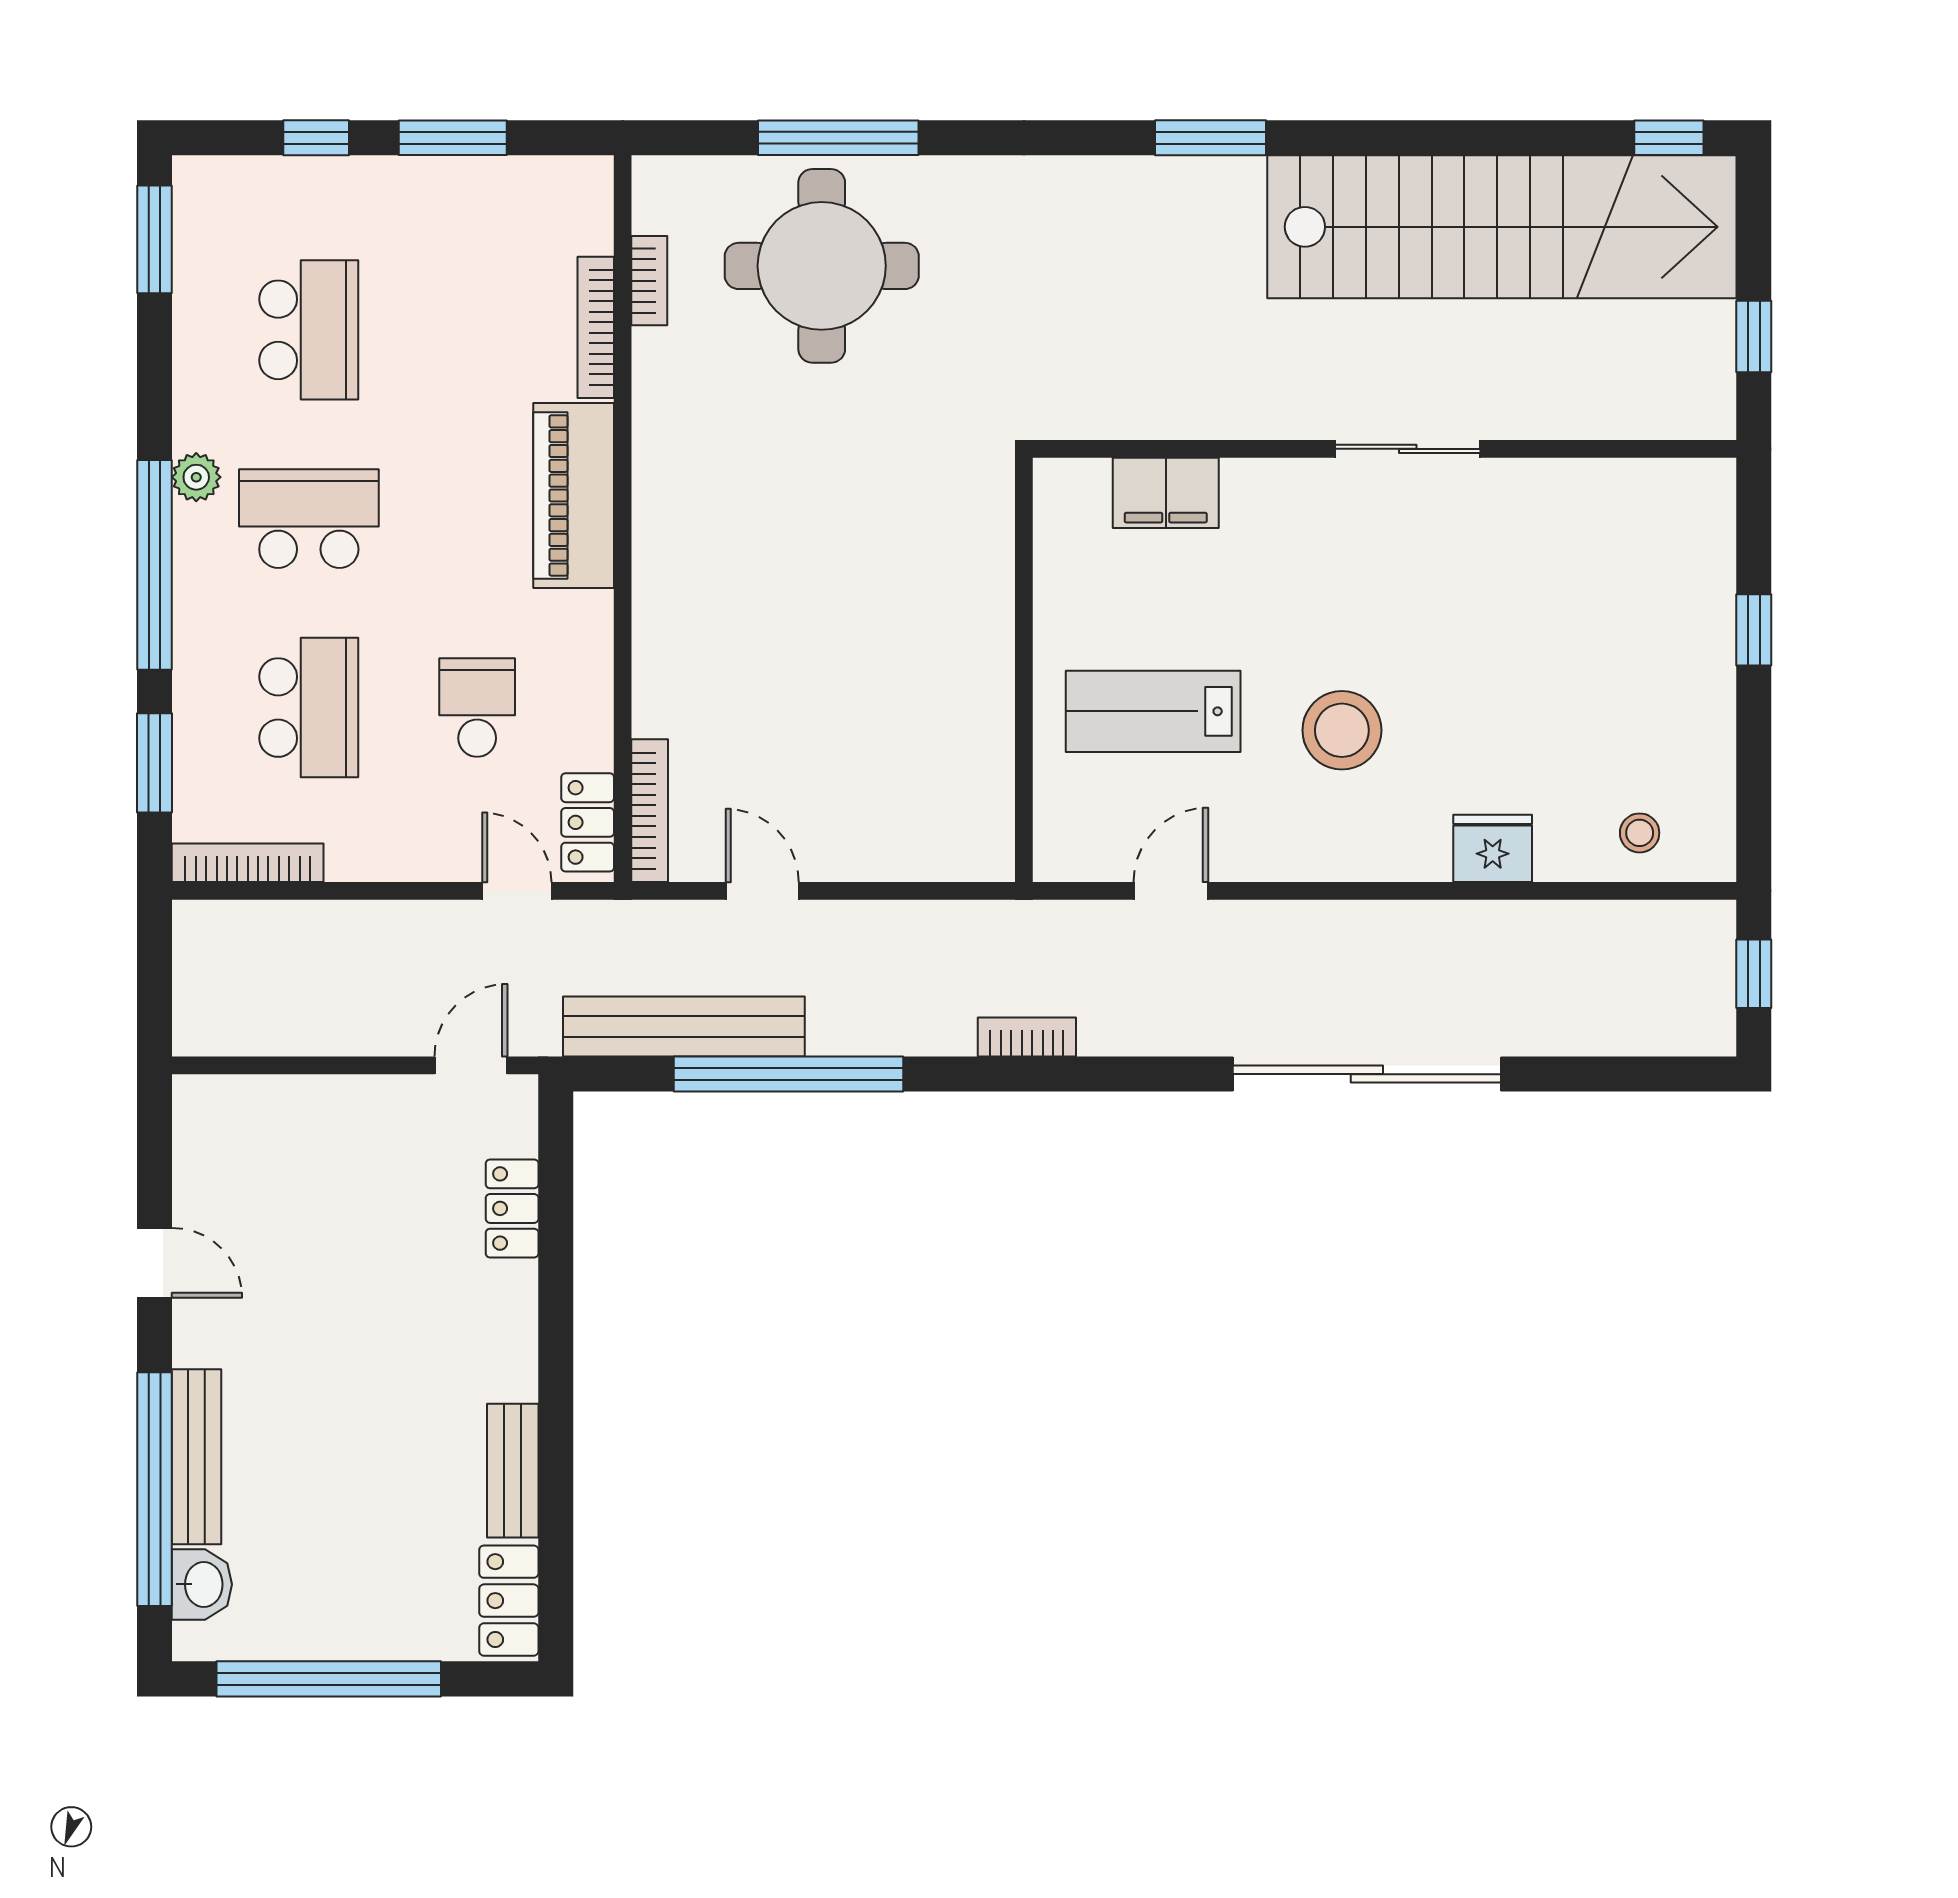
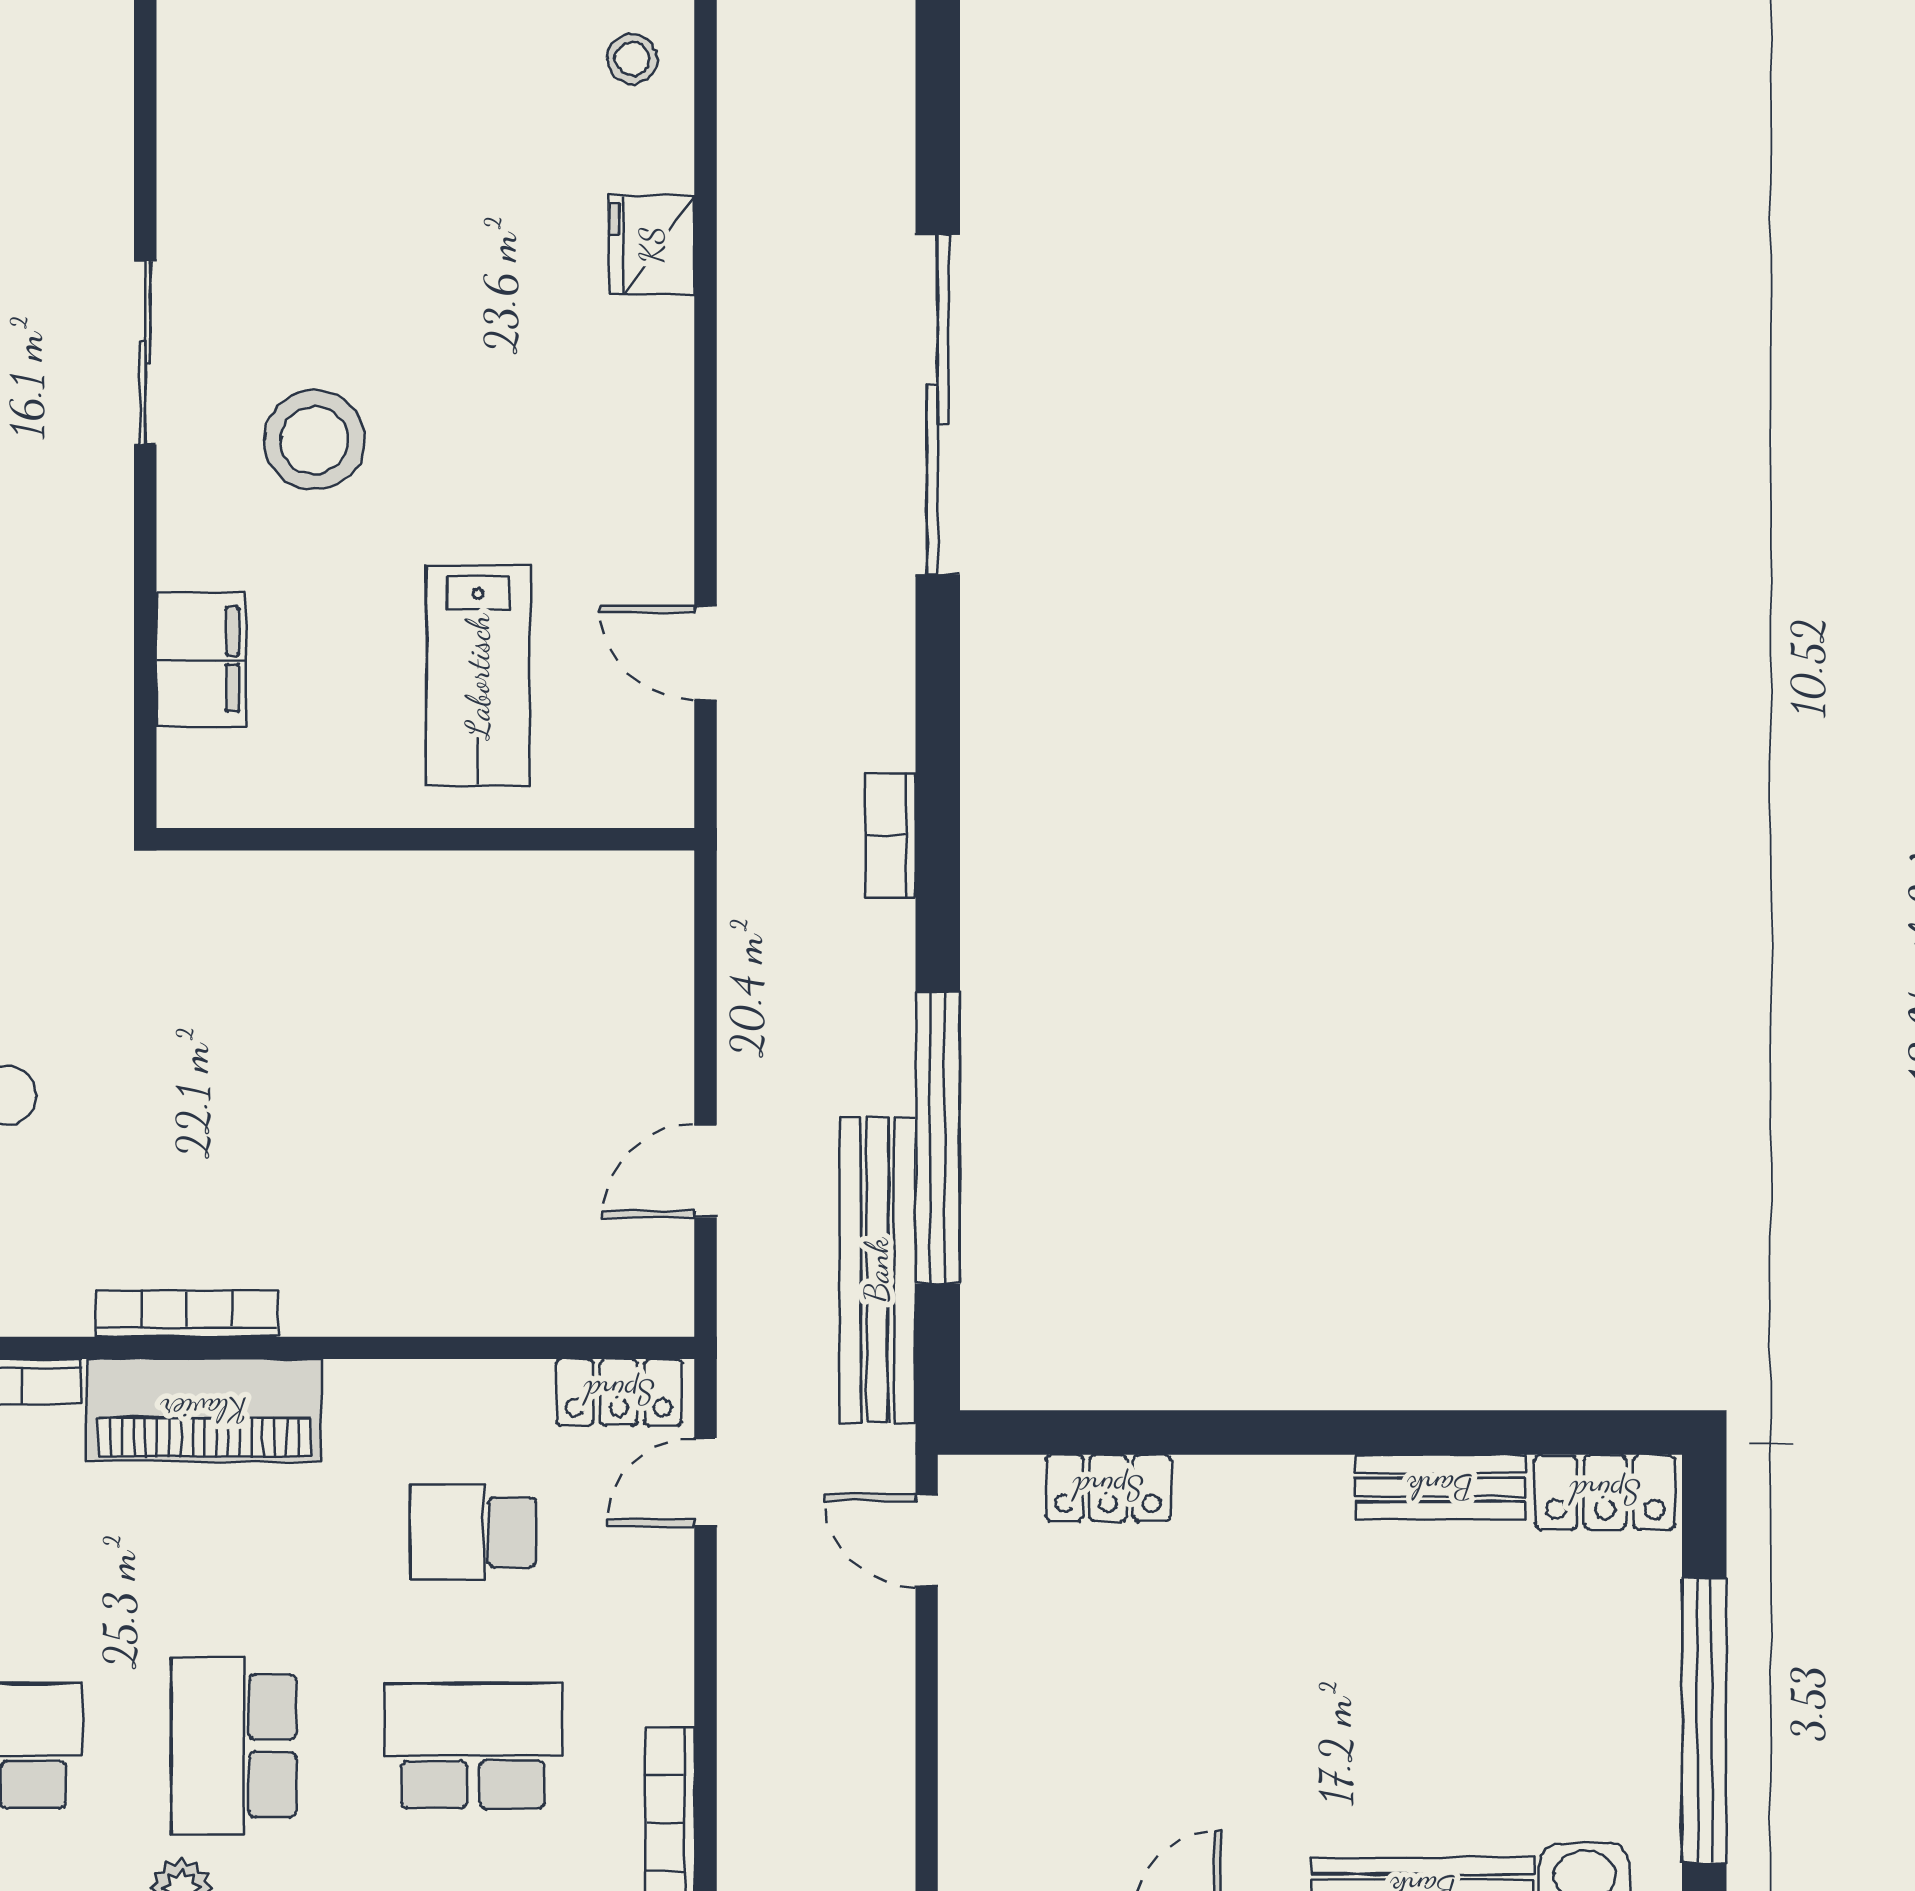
stool: (1342, 730) -> (315, 440), moved
bookcase: (650, 811) -> (187, 1314), moved

